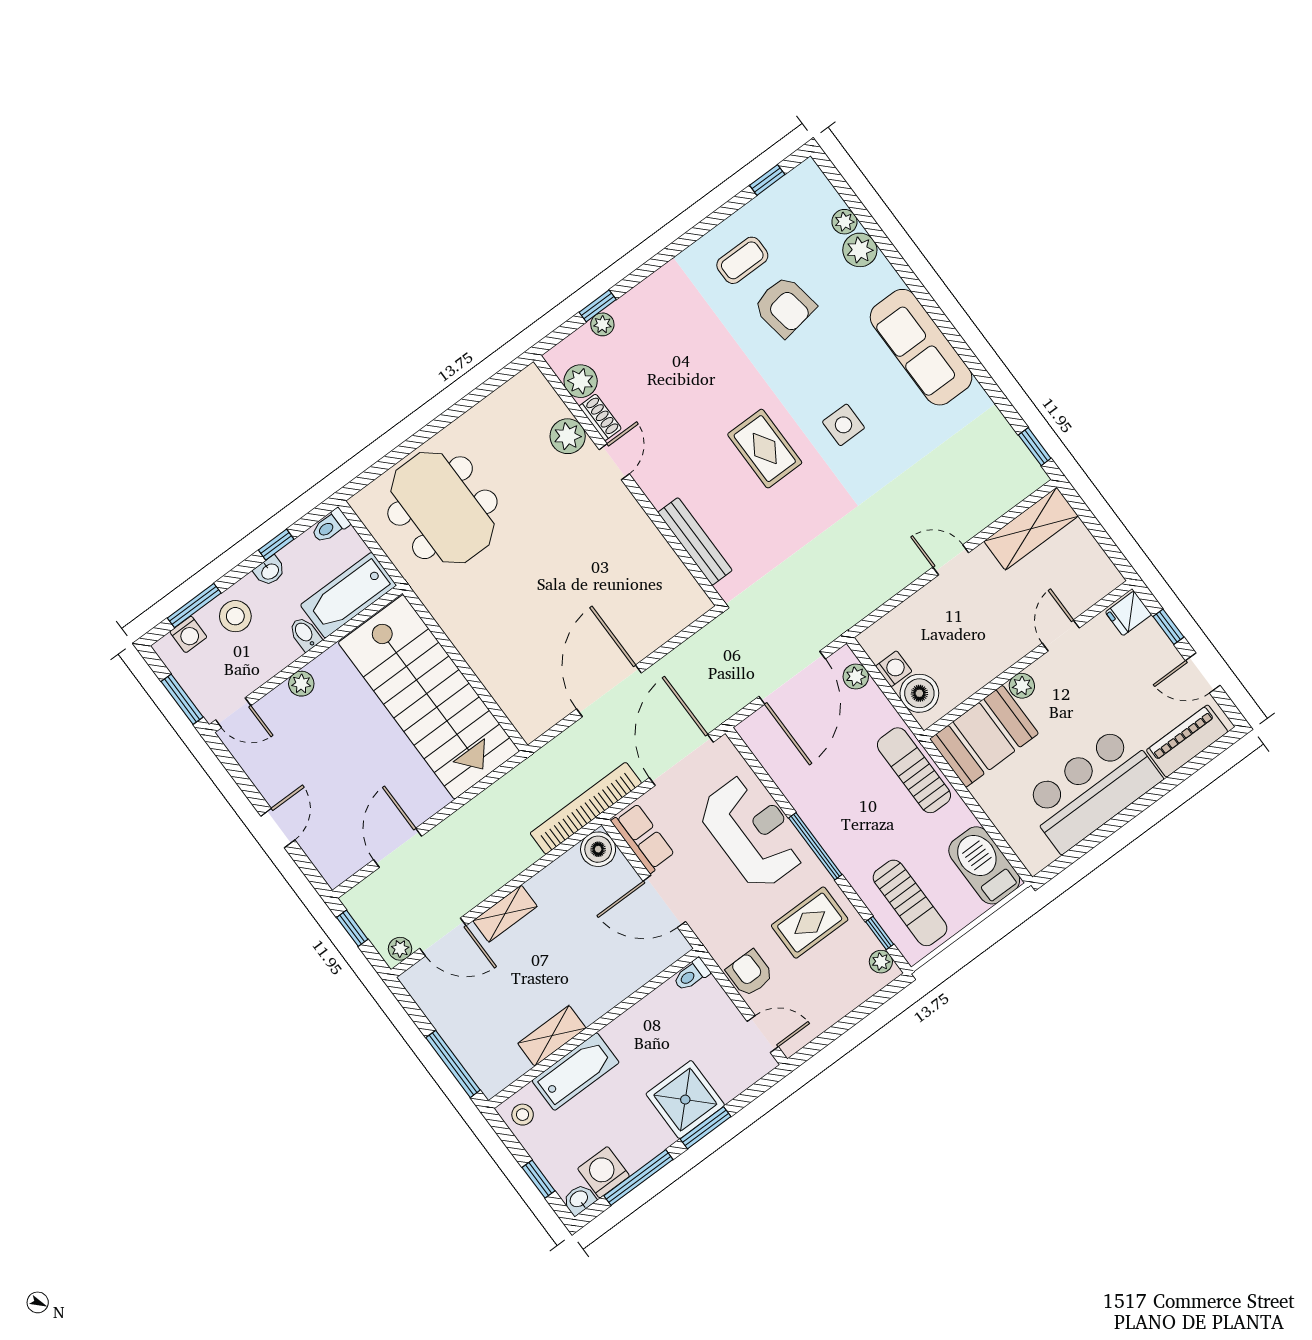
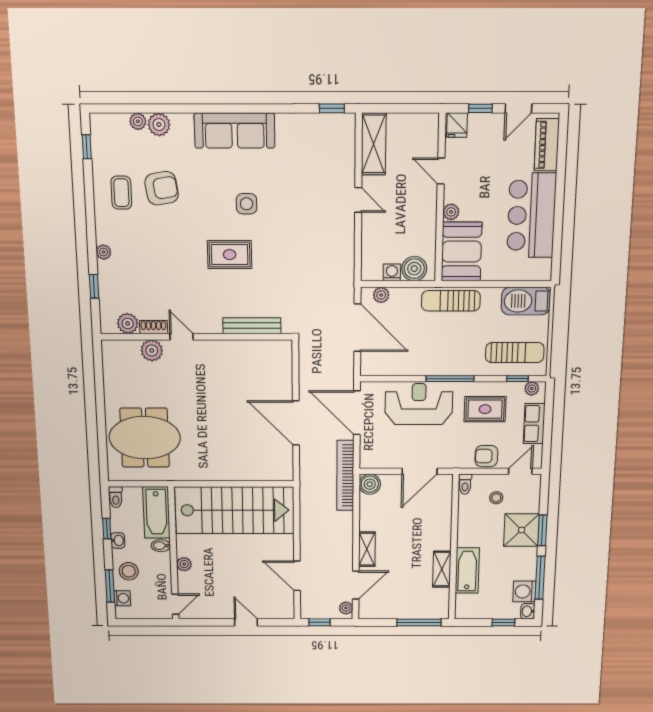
plant: (602, 324) -> (104, 252), moved
door: (951, 560) -> (358, 200), swing flipped
window: (182, 699) -> (152, 622), removed
row of seats: (643, 838) -> (534, 424), moved, turned -90
rug: (810, 923) -> (485, 409), turned 90
stool: (523, 1115) -> (496, 498), moved

